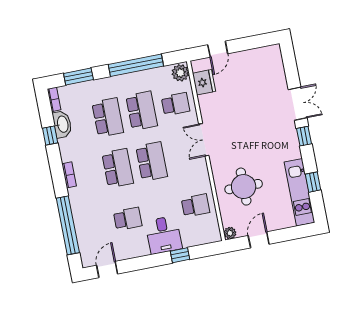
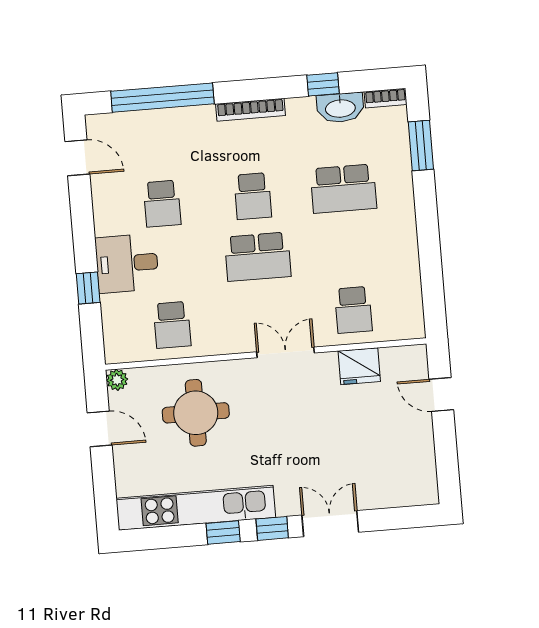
window: (136, 65) -> (429, 248), removed
plant: (180, 73) -> (407, 325), removed
fridge: (204, 82) -> (359, 366), moved
double door: (298, 104) -> (330, 524), swing flipped
school desk: (142, 111) -> (348, 249), removed
school desk: (118, 168) -> (253, 196), width x0.54
bookcase: (69, 175) -> (250, 110), width x1.56
window: (313, 182) -> (223, 533), moved
kitchen unit: (299, 192) -> (196, 508), width x1.36

